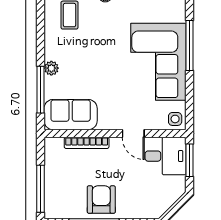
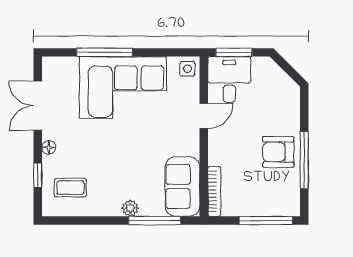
bookcase: (87, 143) -> (214, 191), moved

